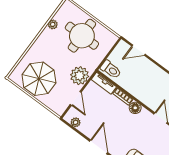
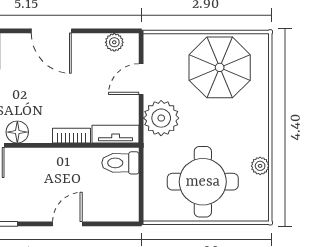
door: (139, 50) -> (67, 224), moved
door: (76, 98) -> (141, 79), hinge flipped
floor lamp: (135, 108) -> (17, 132), moved

